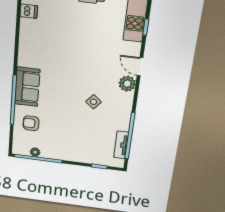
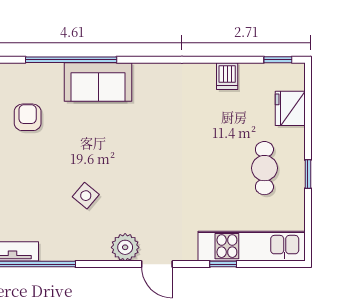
door: (140, 67) -> (157, 264), swing flipped
armchair: (31, 123) -> (28, 117), moved

